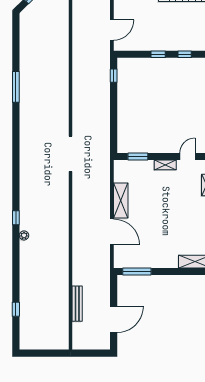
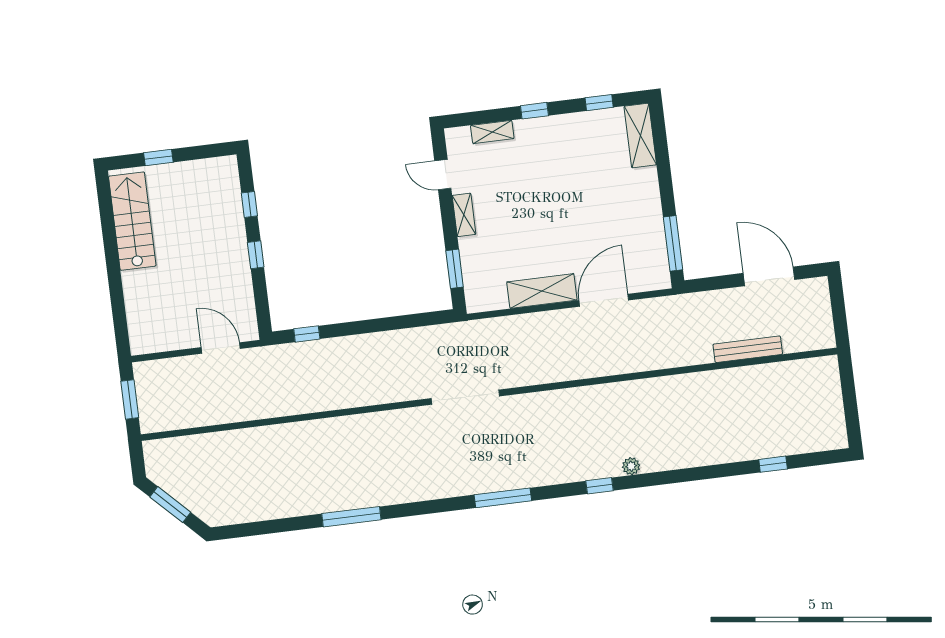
window: (16, 167) -> (503, 498), added

